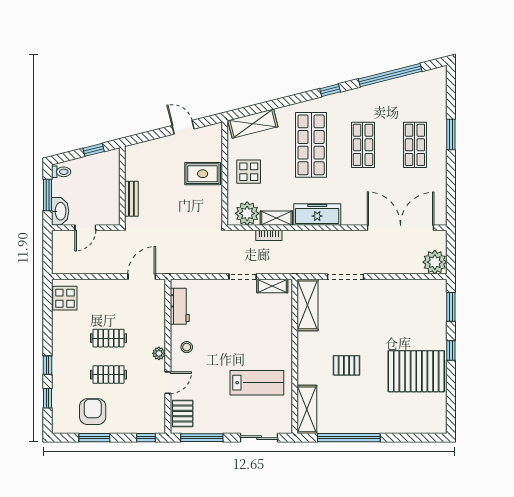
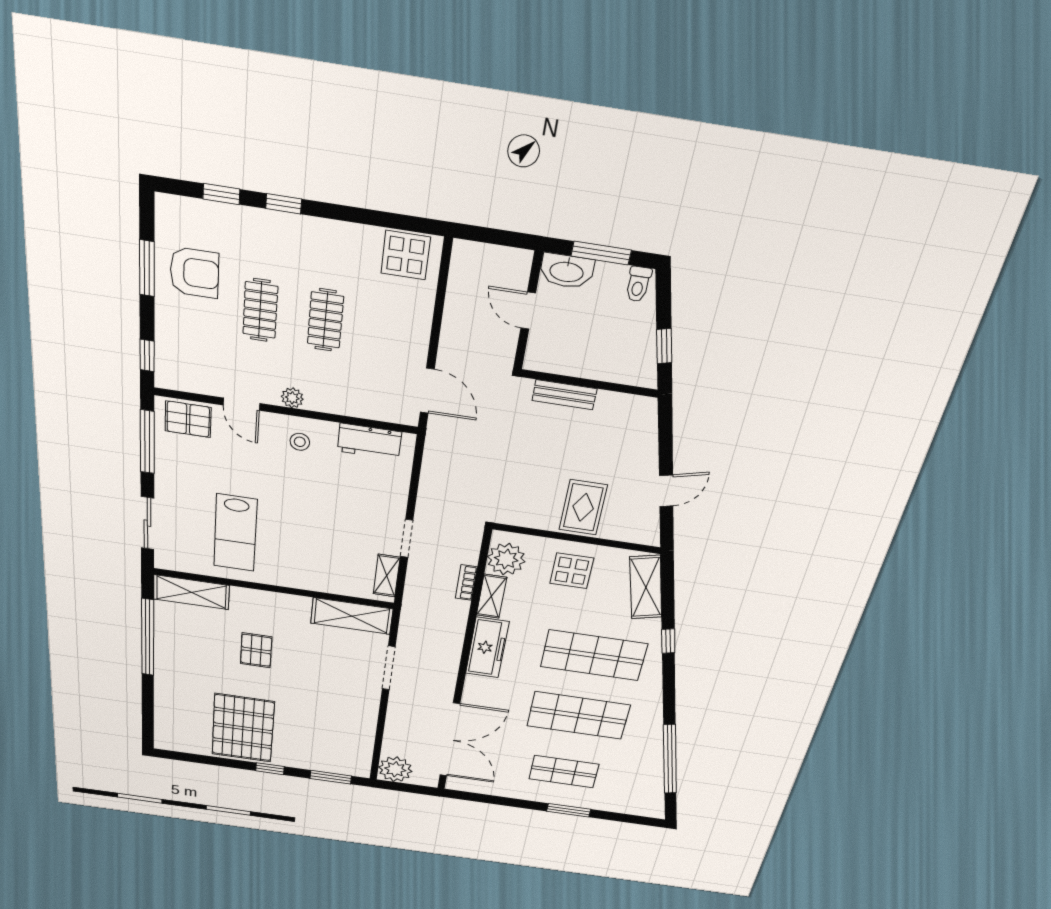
window: (330, 90) -> (668, 641), moved
shop shelf: (363, 145) -> (578, 715), width x1.43, depth x1.36

